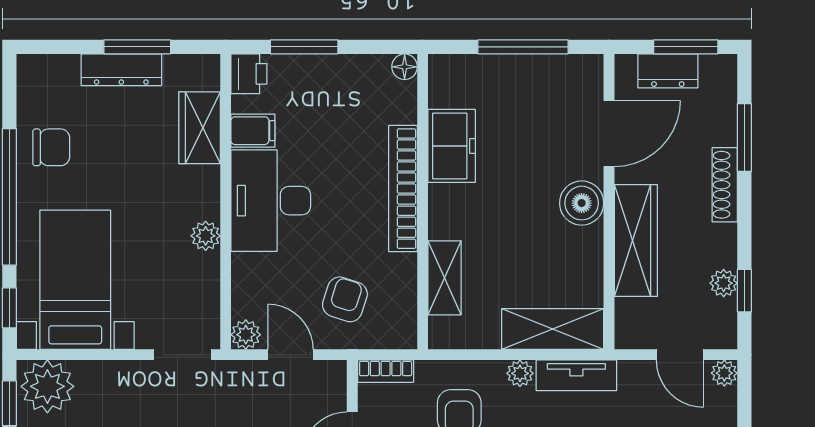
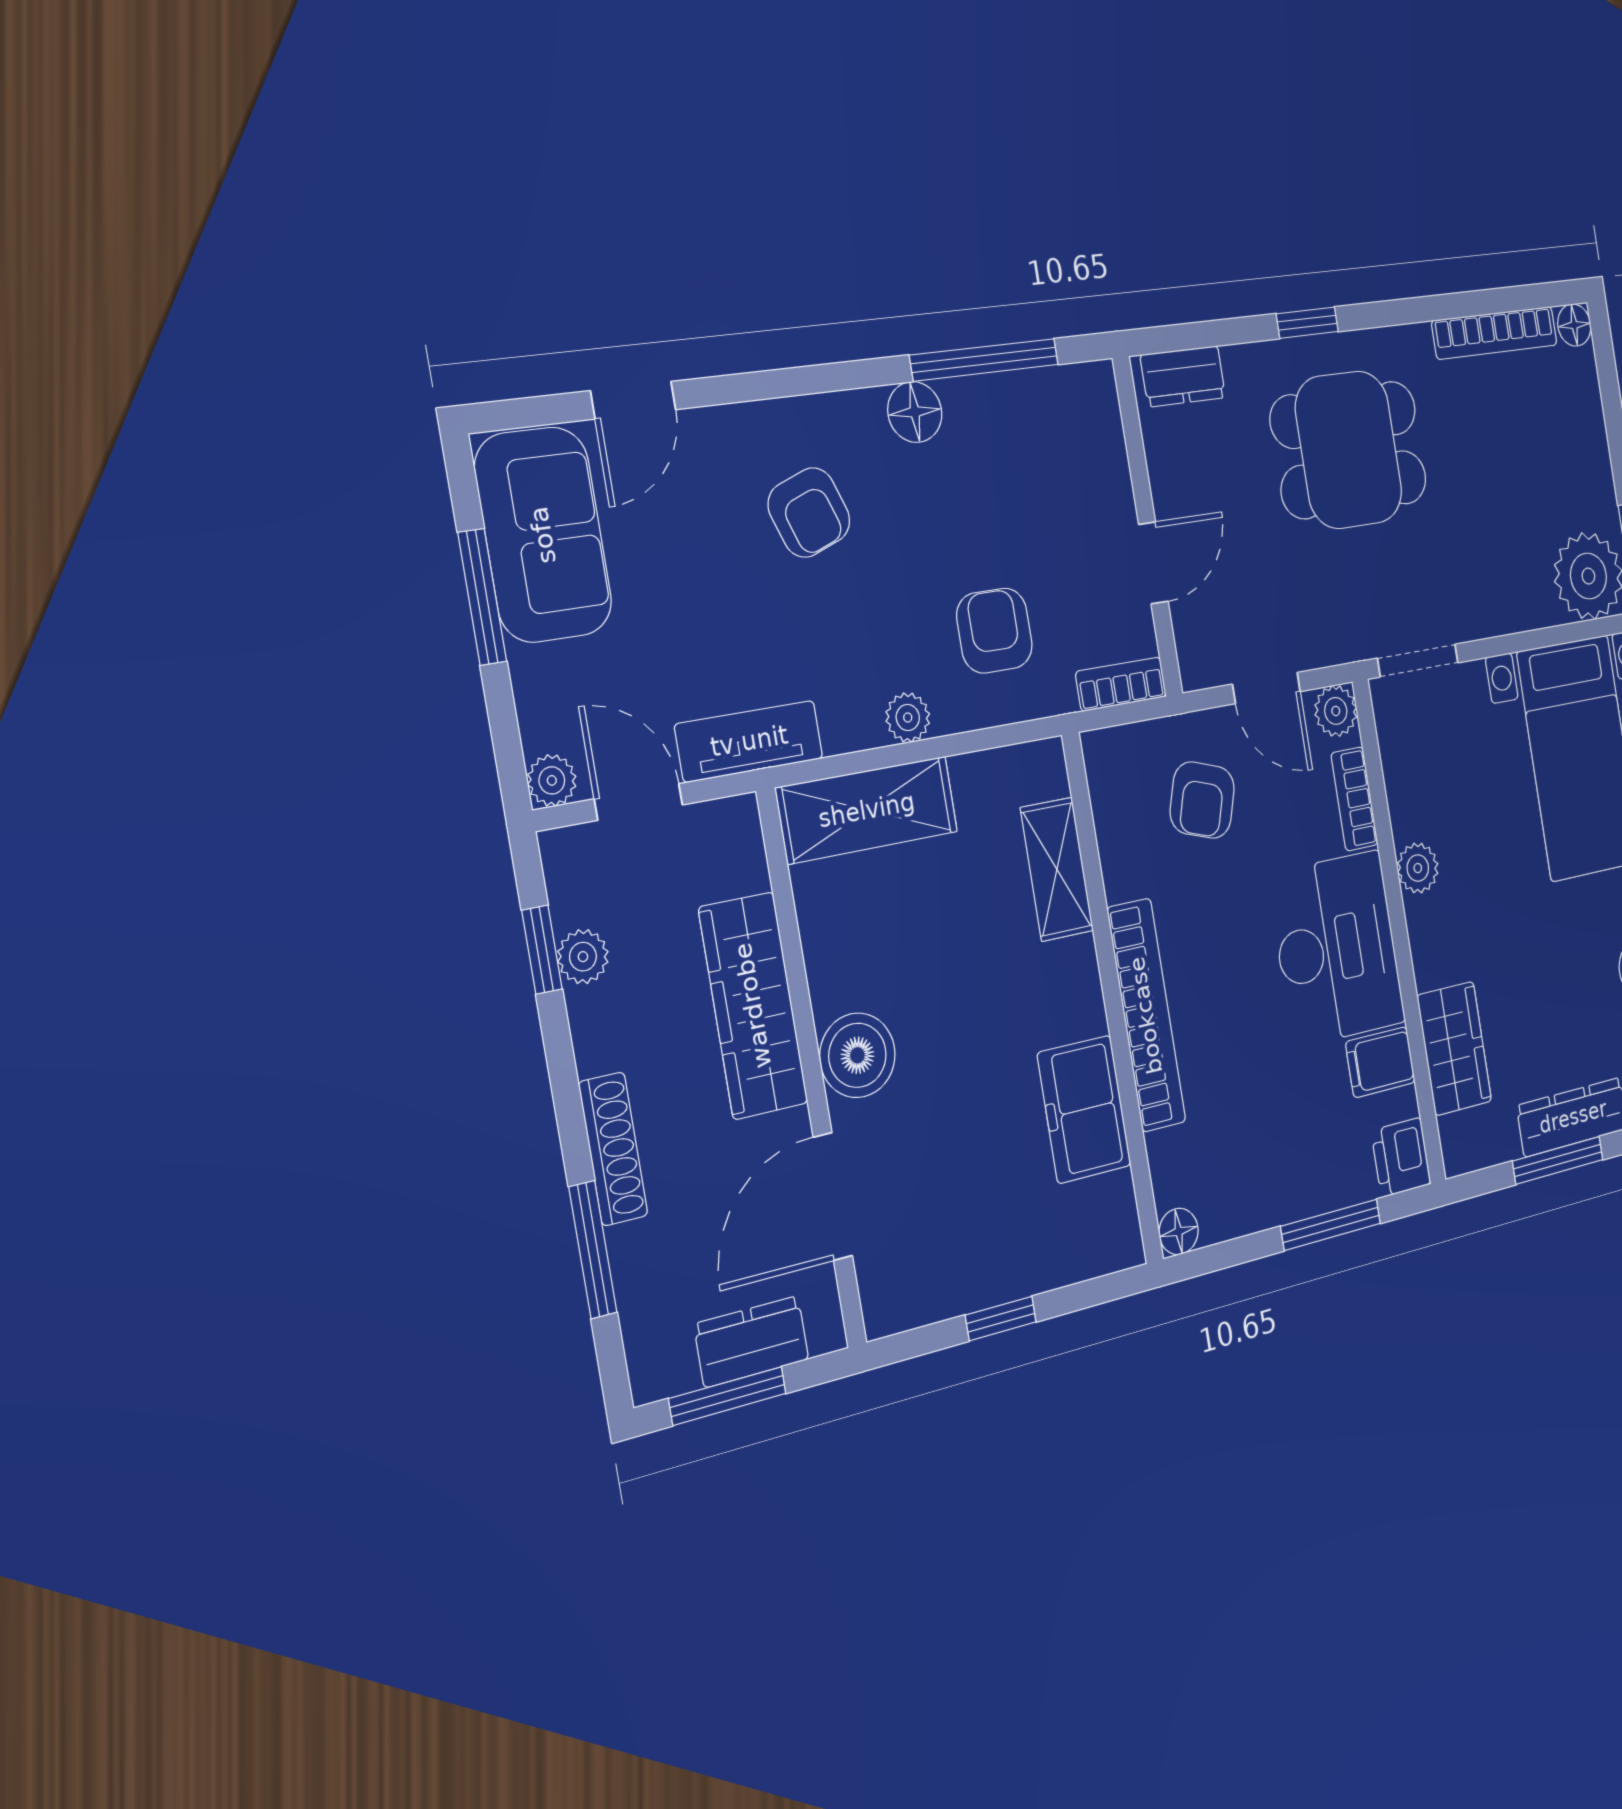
window: (523, 47) -> (1001, 1318), width x0.46
bookcase: (242, 283) -> (1354, 799), added
tv unit: (576, 375) -> (749, 741), moved

